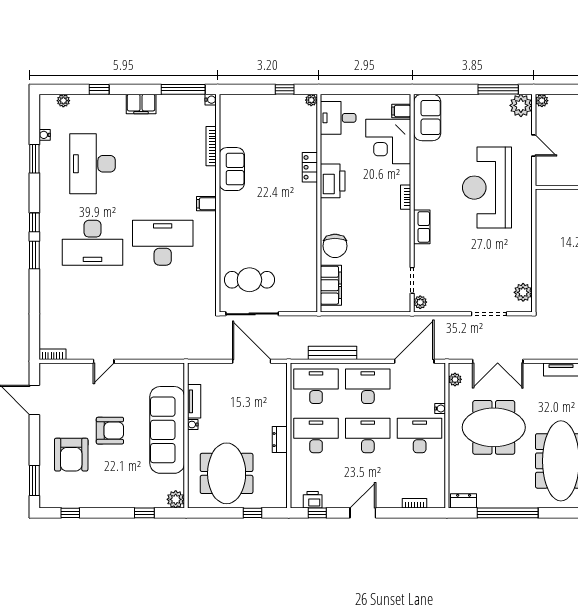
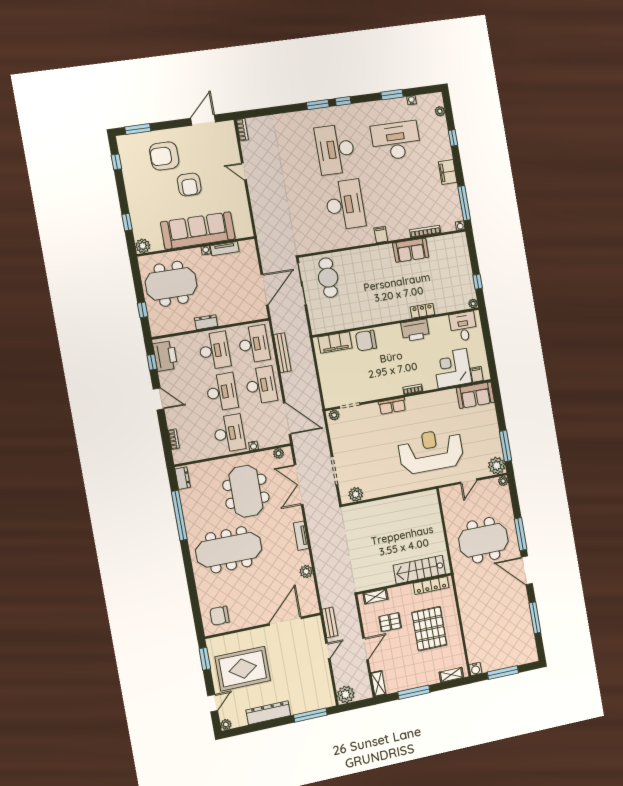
printer: (313, 500) -> (165, 356), width x1.87, depth x1.48

